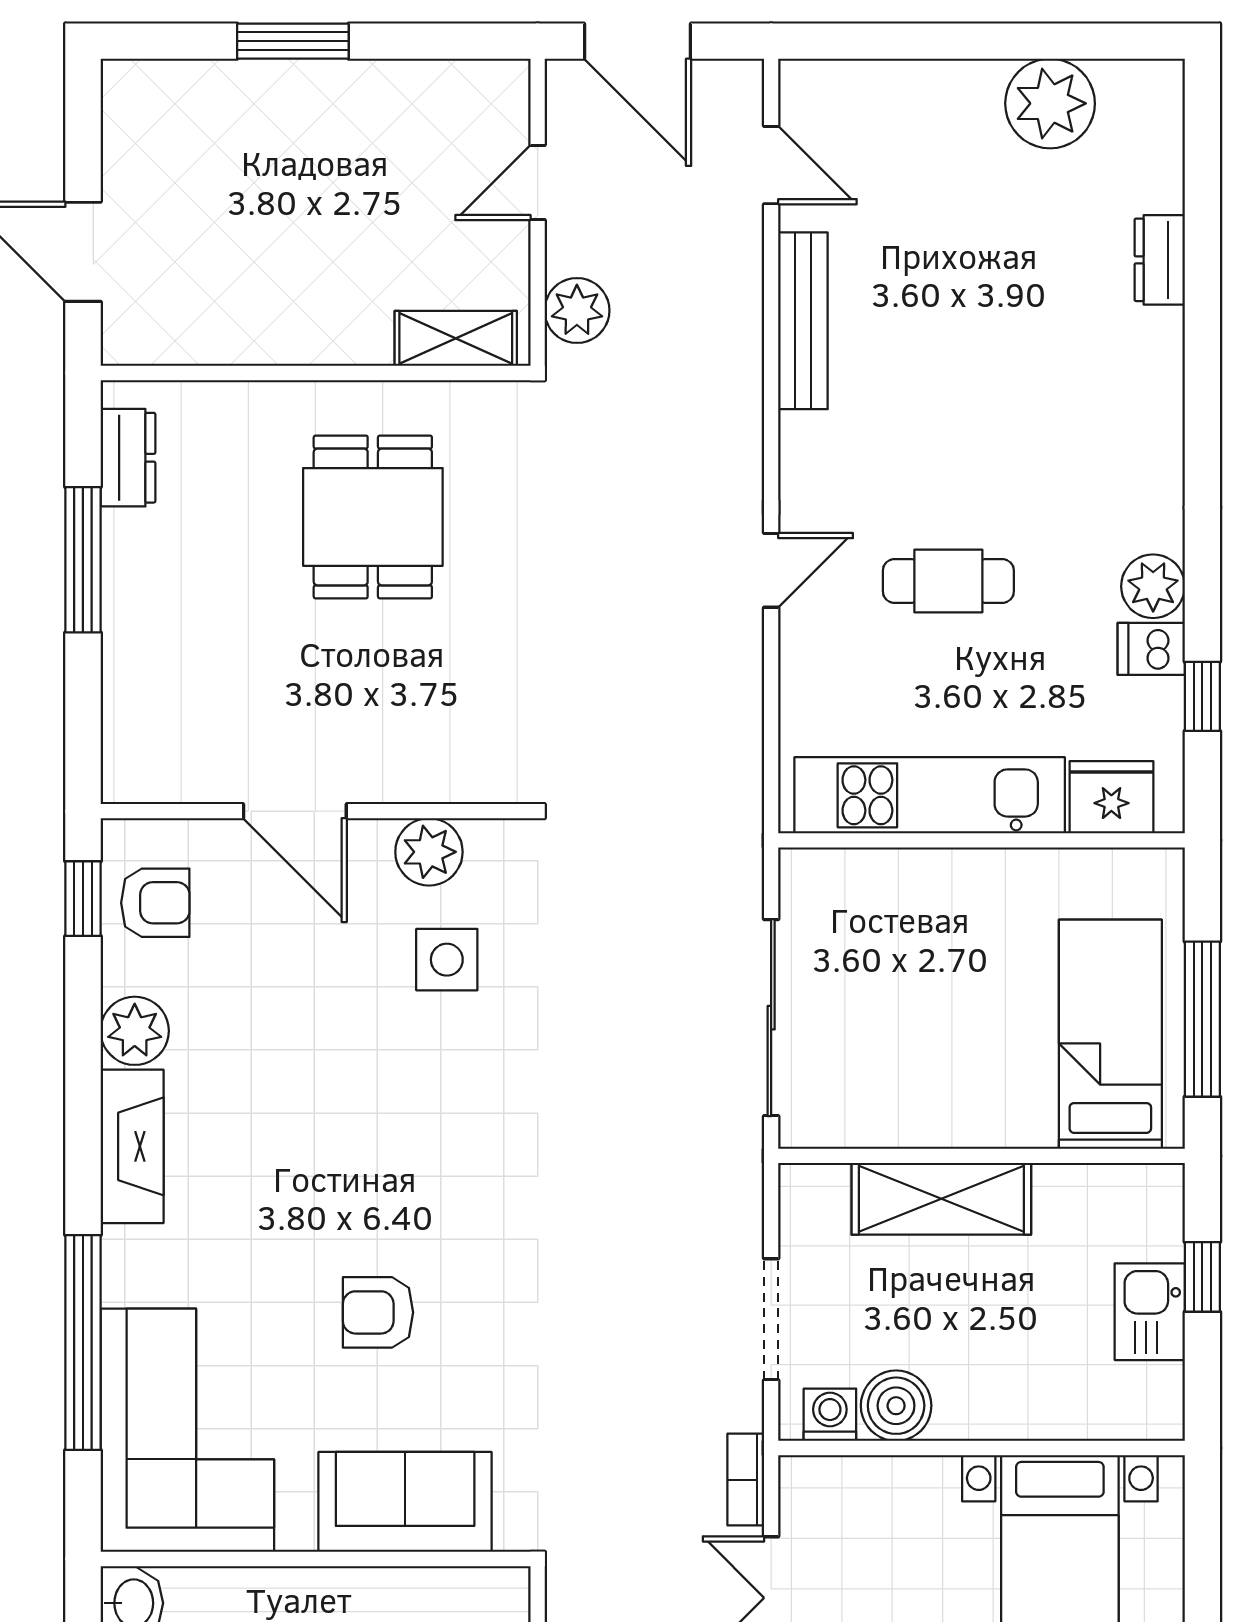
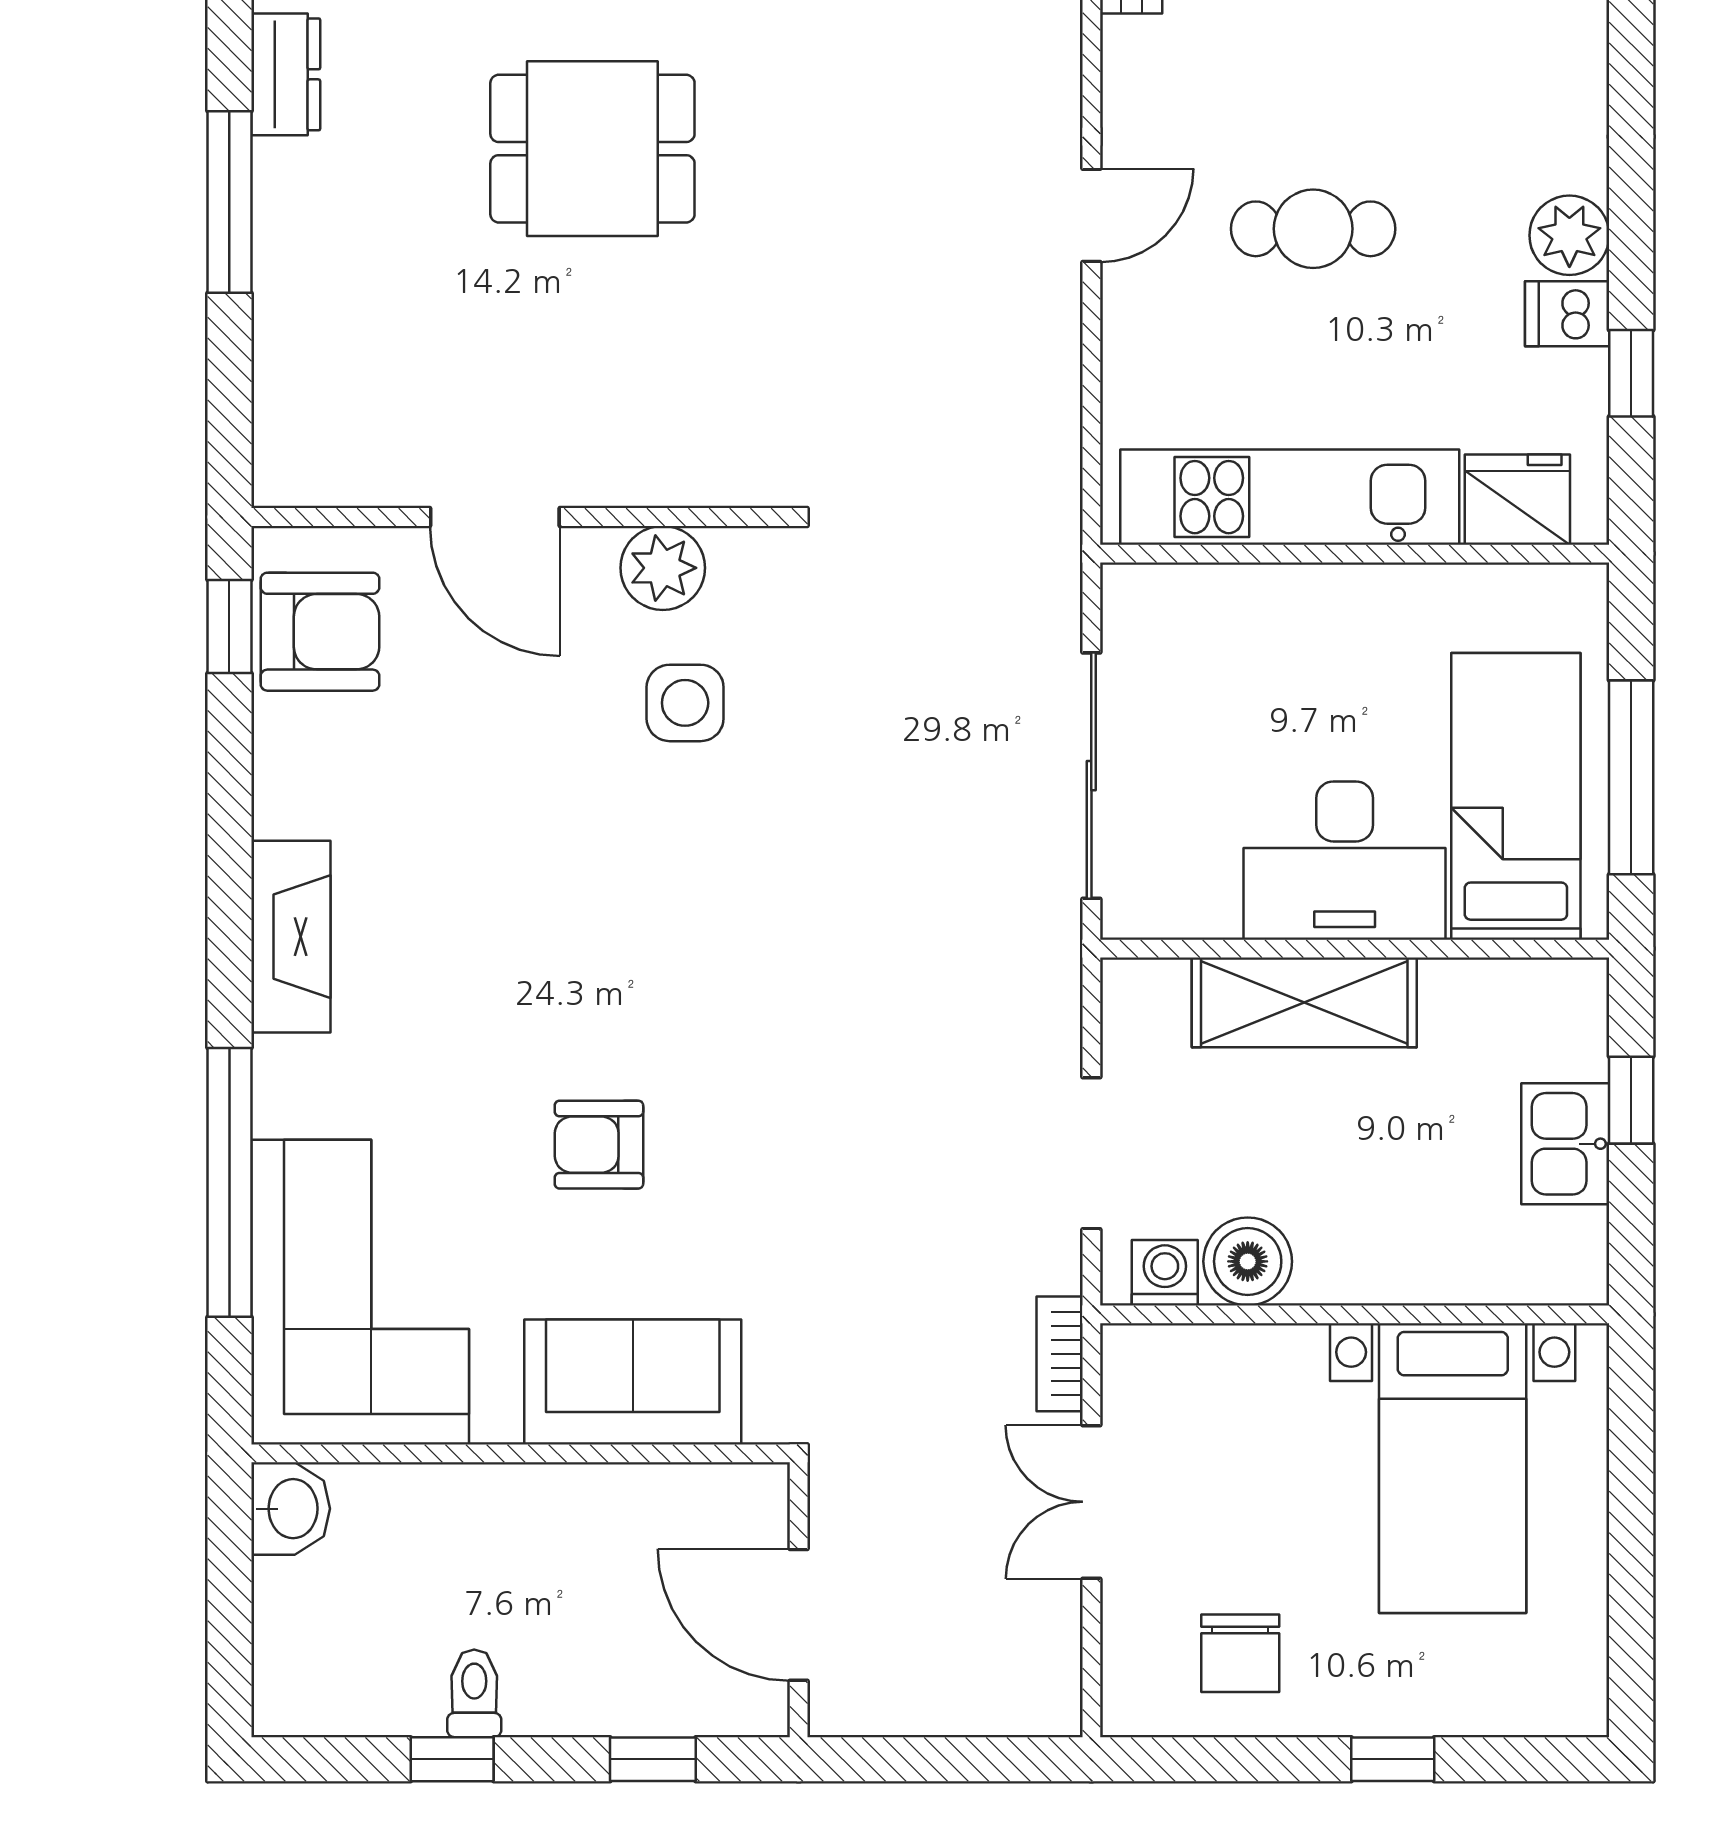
dining table: (373, 517) -> (592, 149), turned 90
armchair: (155, 903) -> (320, 632), width x1.38, depth x1.38
plant: (135, 1031) -> (294, 792), removed
desk: (974, 1086) -> (1345, 861), added

